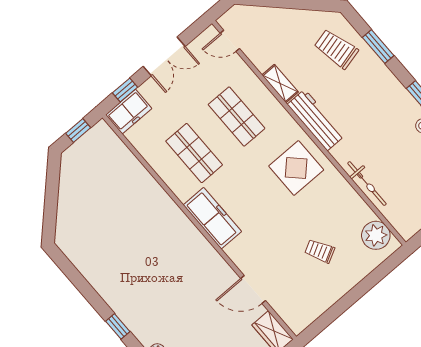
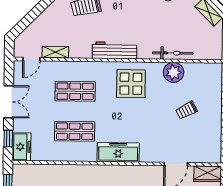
shelving: (280, 84) -> (55, 52), moved
plant: (376, 235) -> (174, 72), moved

